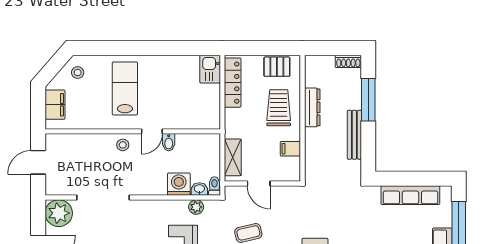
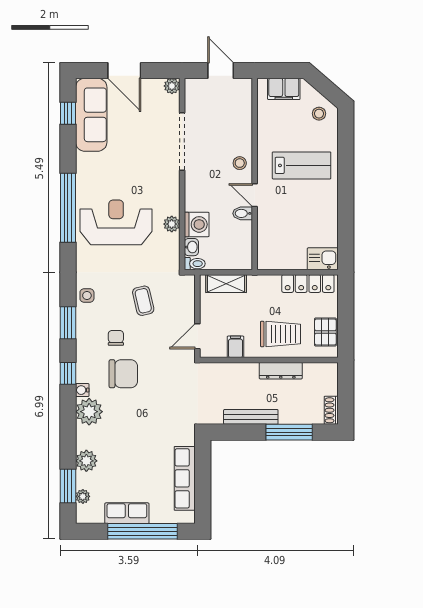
door: (259, 184) -> (197, 336), moved
plant: (196, 207) -> (172, 224), moved
plant: (59, 213) -> (172, 86), width x0.53, depth x0.53

